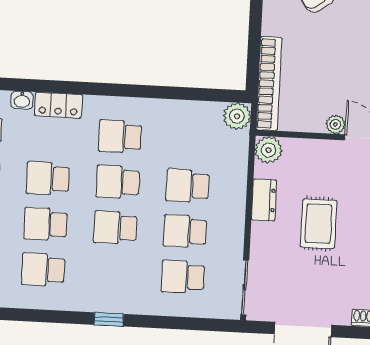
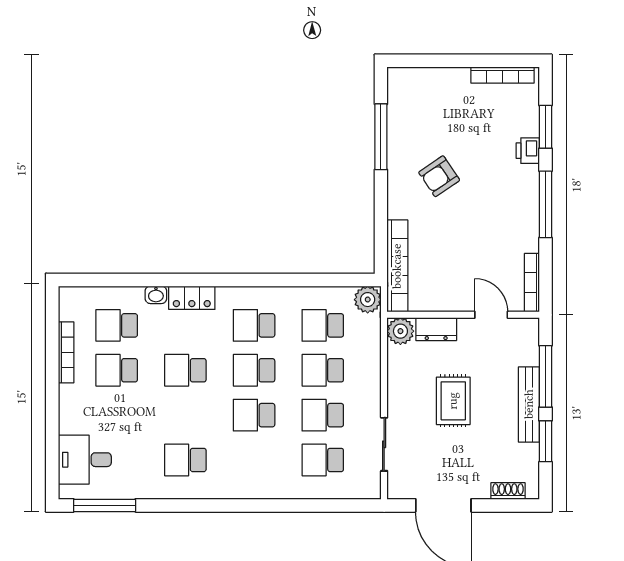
plant: (335, 124) -> (465, 303), removed
dresser: (264, 200) -> (436, 329), moved, turned 90
school desk: (45, 224) -> (323, 325), moved
sliding door: (245, 287) -> (384, 444), moved
window: (109, 319) -> (252, 505), removed

